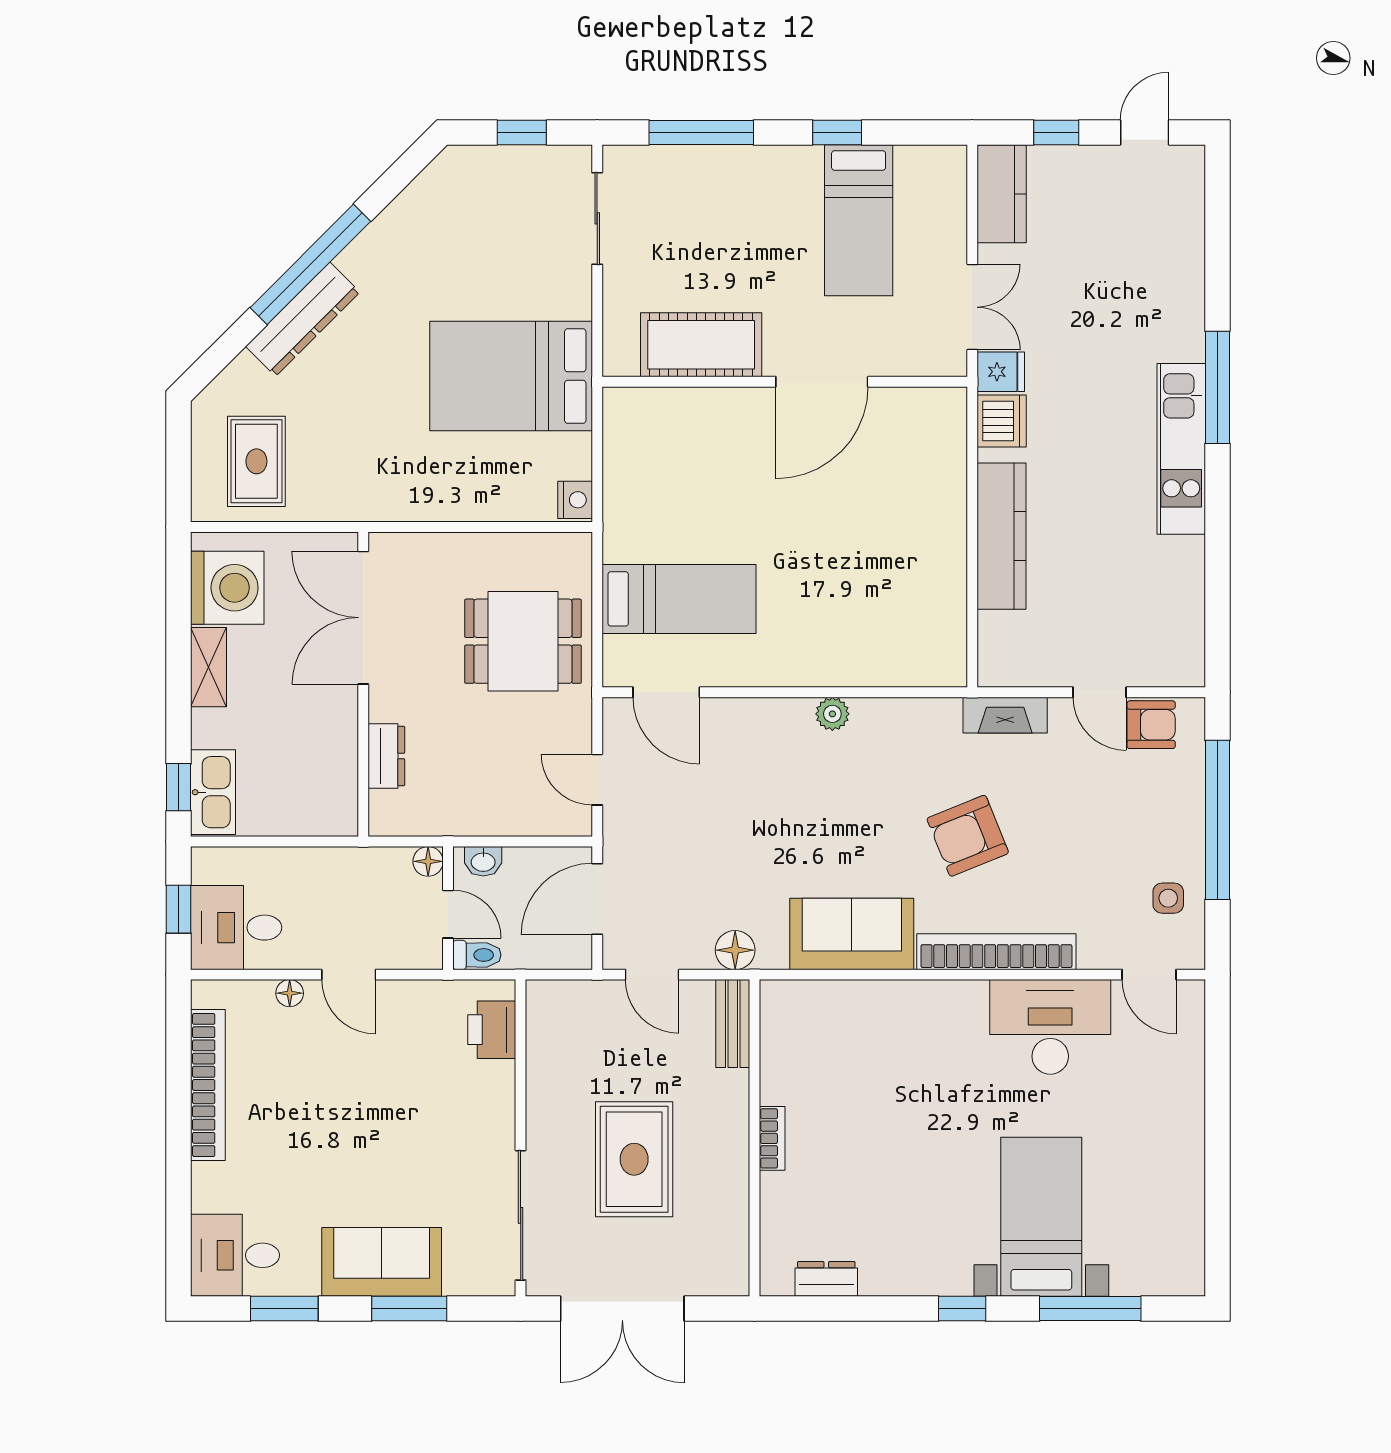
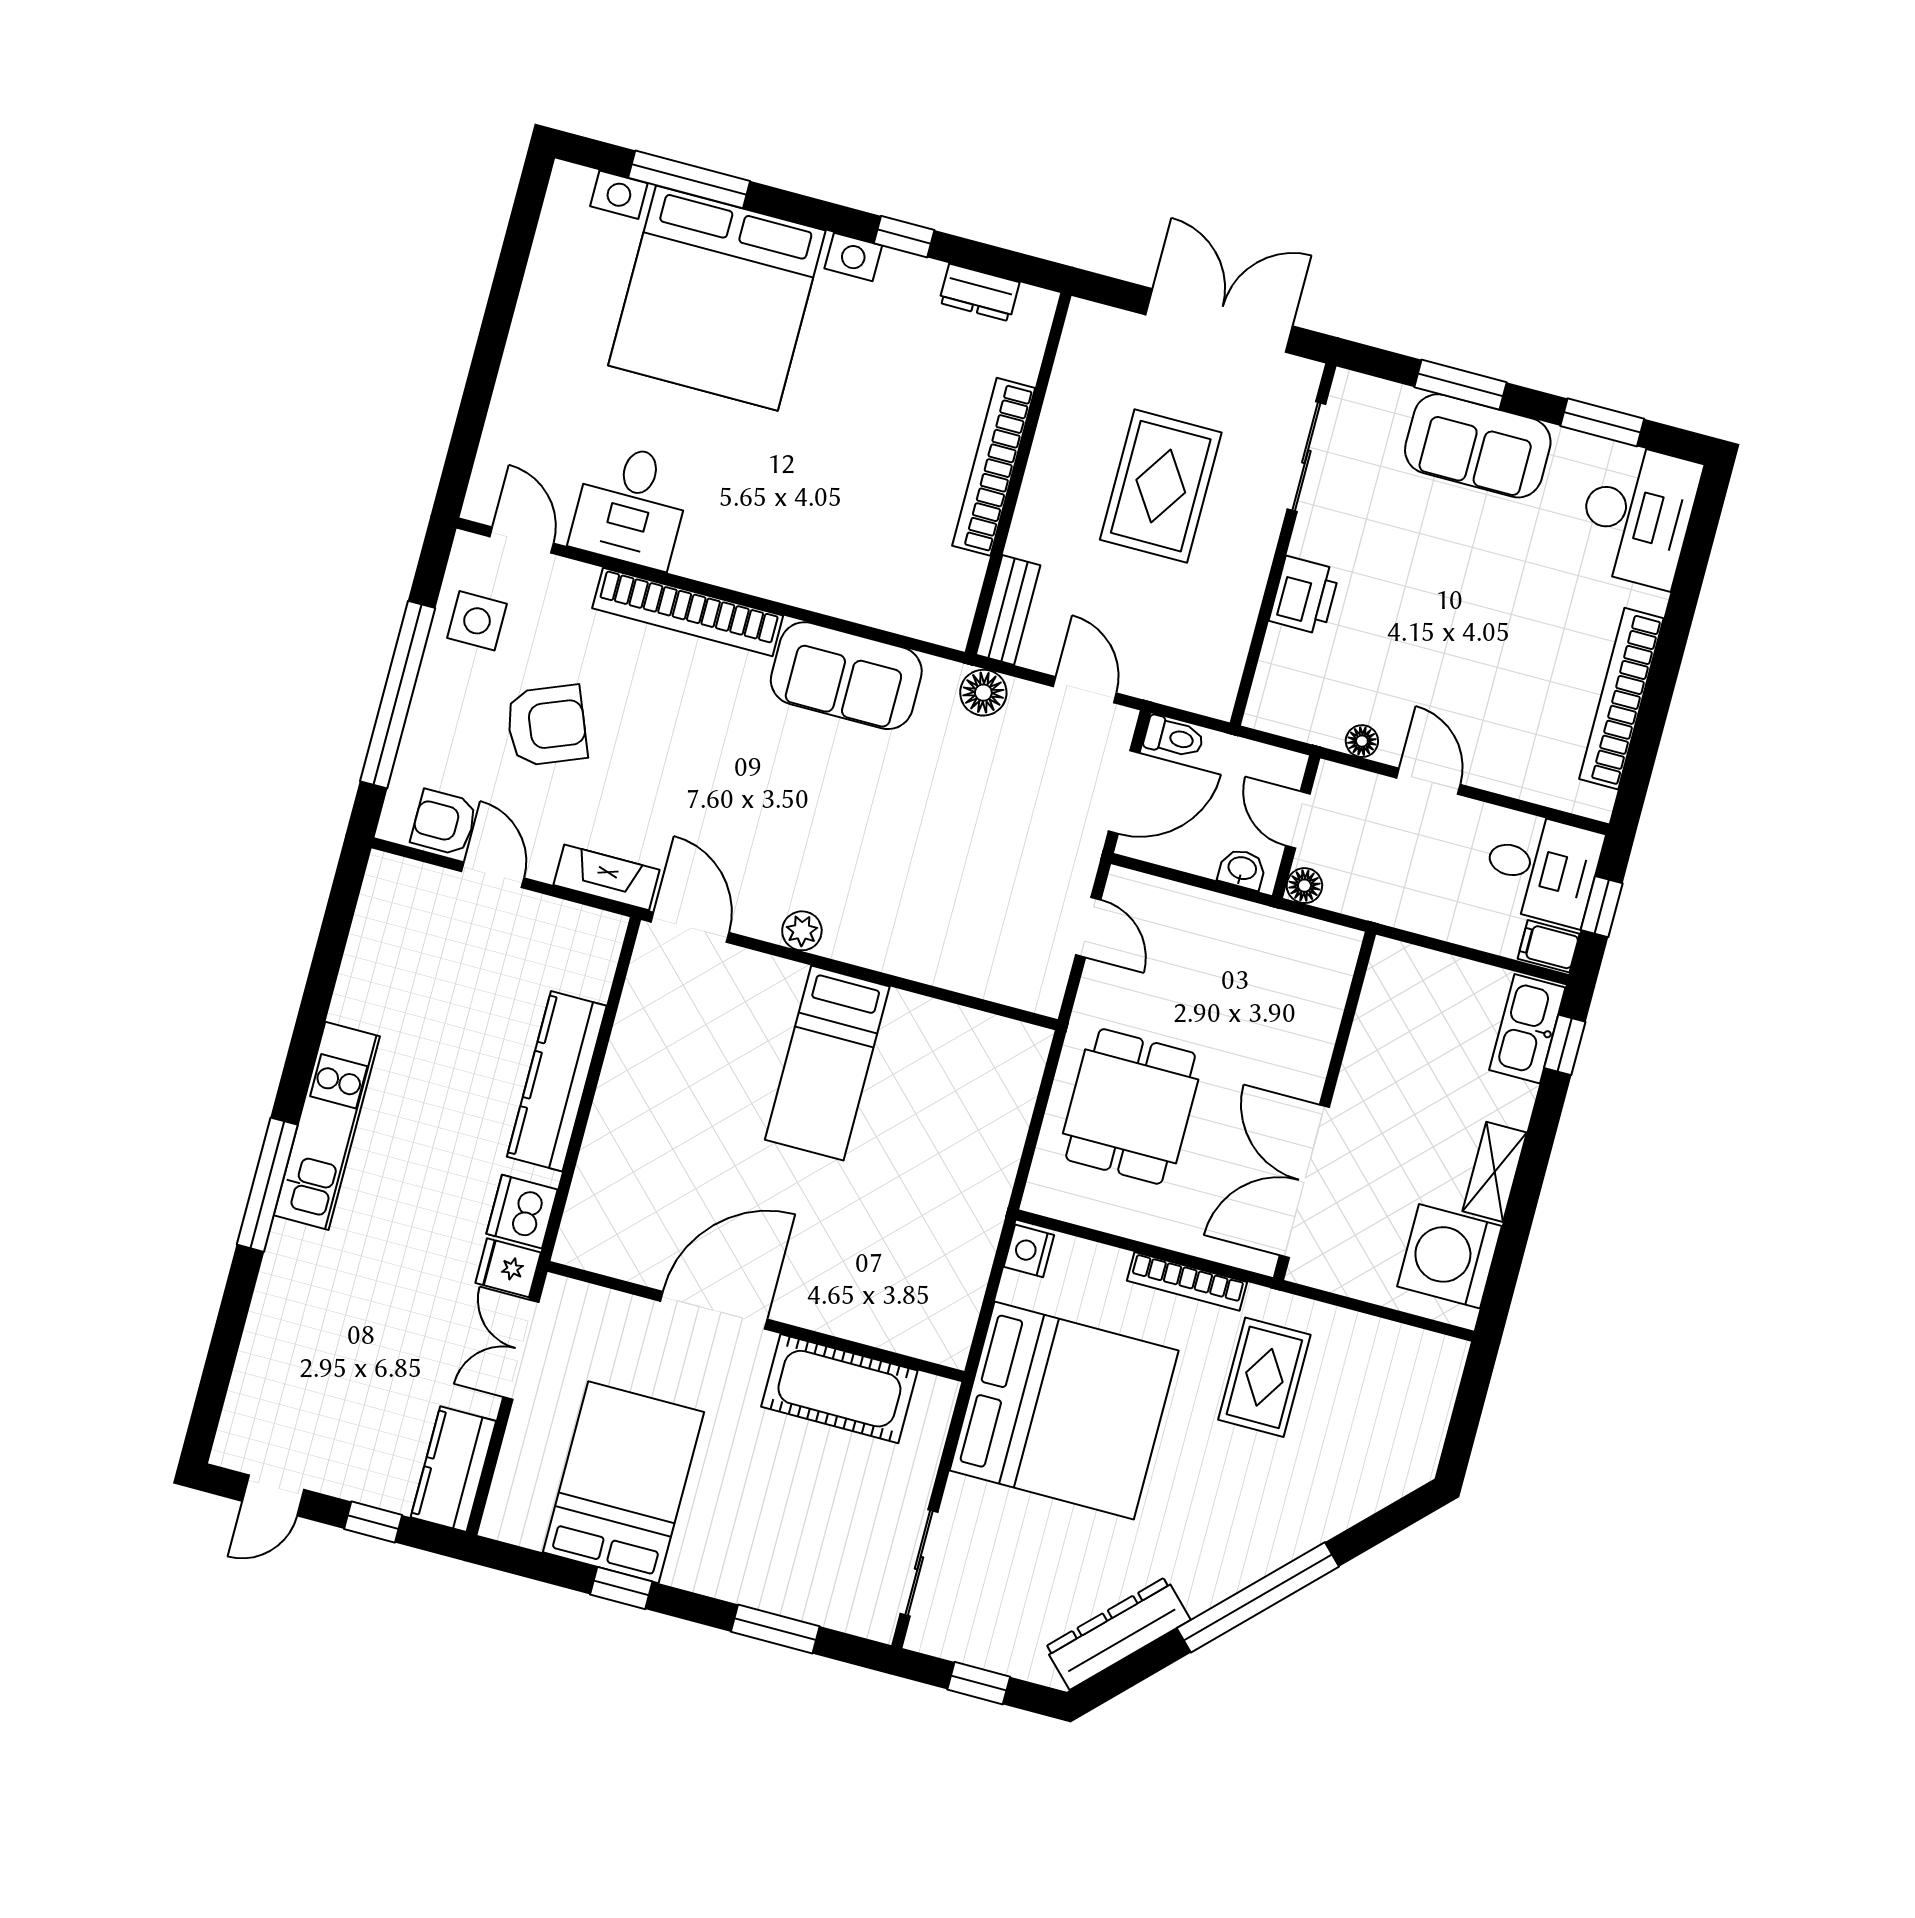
window: (701, 133) -> (775, 1629), width x0.69
bed: (859, 220) -> (623, 1482), width x1.50
dresser: (303, 319) -> (1118, 1633), moved
bed: (511, 376) -> (1064, 1410), width x1.36
rug: (256, 461) -> (1264, 1377), moved
bookcase: (438, 509) -> (1187, 1281), added
bed: (679, 599) -> (827, 1063), moved, turned -90
double door: (363, 618) -> (1304, 1181), swing flipped
dining table: (523, 641) -> (1131, 1106), turned 90
door: (666, 692) -> (690, 927), moved
dresser: (386, 756) -> (1320, 1018), removed
armchair: (968, 836) -> (547, 725), moved
filing cabinet: (214, 865) -> (1549, 946), added
side table: (1168, 898) -> (477, 621), width x1.37, depth x1.37
toilet: (477, 955) -> (1174, 737), moved, turned 180
floor lamp: (290, 993) -> (1362, 741), moved
desk: (1050, 1027) -> (631, 506), width x0.73
printer: (492, 1030) -> (1304, 595), moved
bookcase: (772, 1138) -> (994, 467), width x2.31, depth x1.31
sliding door: (521, 1215) -> (1306, 457), width x0.73
bed with nightstands: (1041, 1217) -> (717, 298), width x1.85
desk: (235, 1255) -> (1637, 515), width x1.37
window: (962, 1309) -> (904, 237), moved

